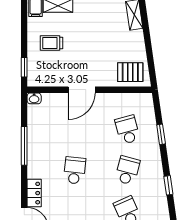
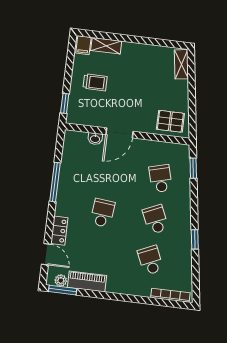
trolley: (51, 43) -> (95, 82), turned 180
washbasin: (34, 98) -> (95, 139), moved
window: (161, 134) -> (193, 168), moved
school desk: (127, 170) -> (155, 219), turned -39

